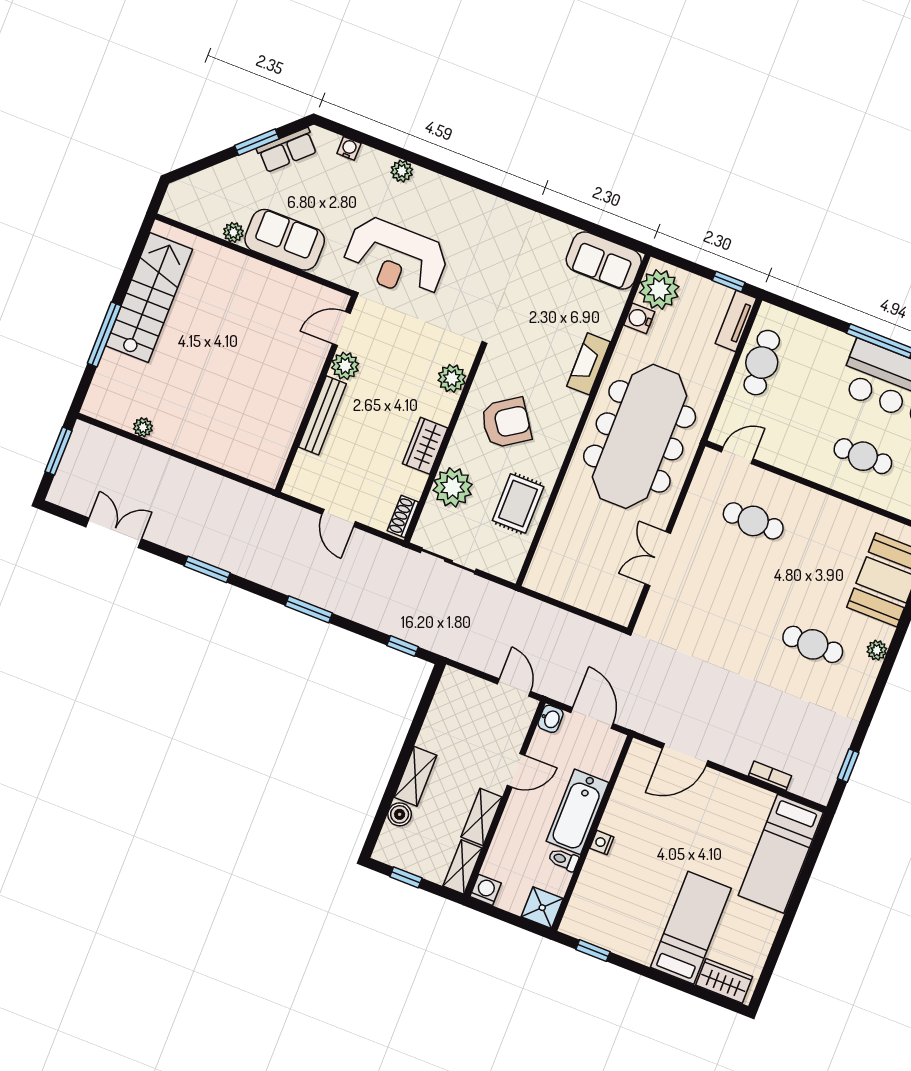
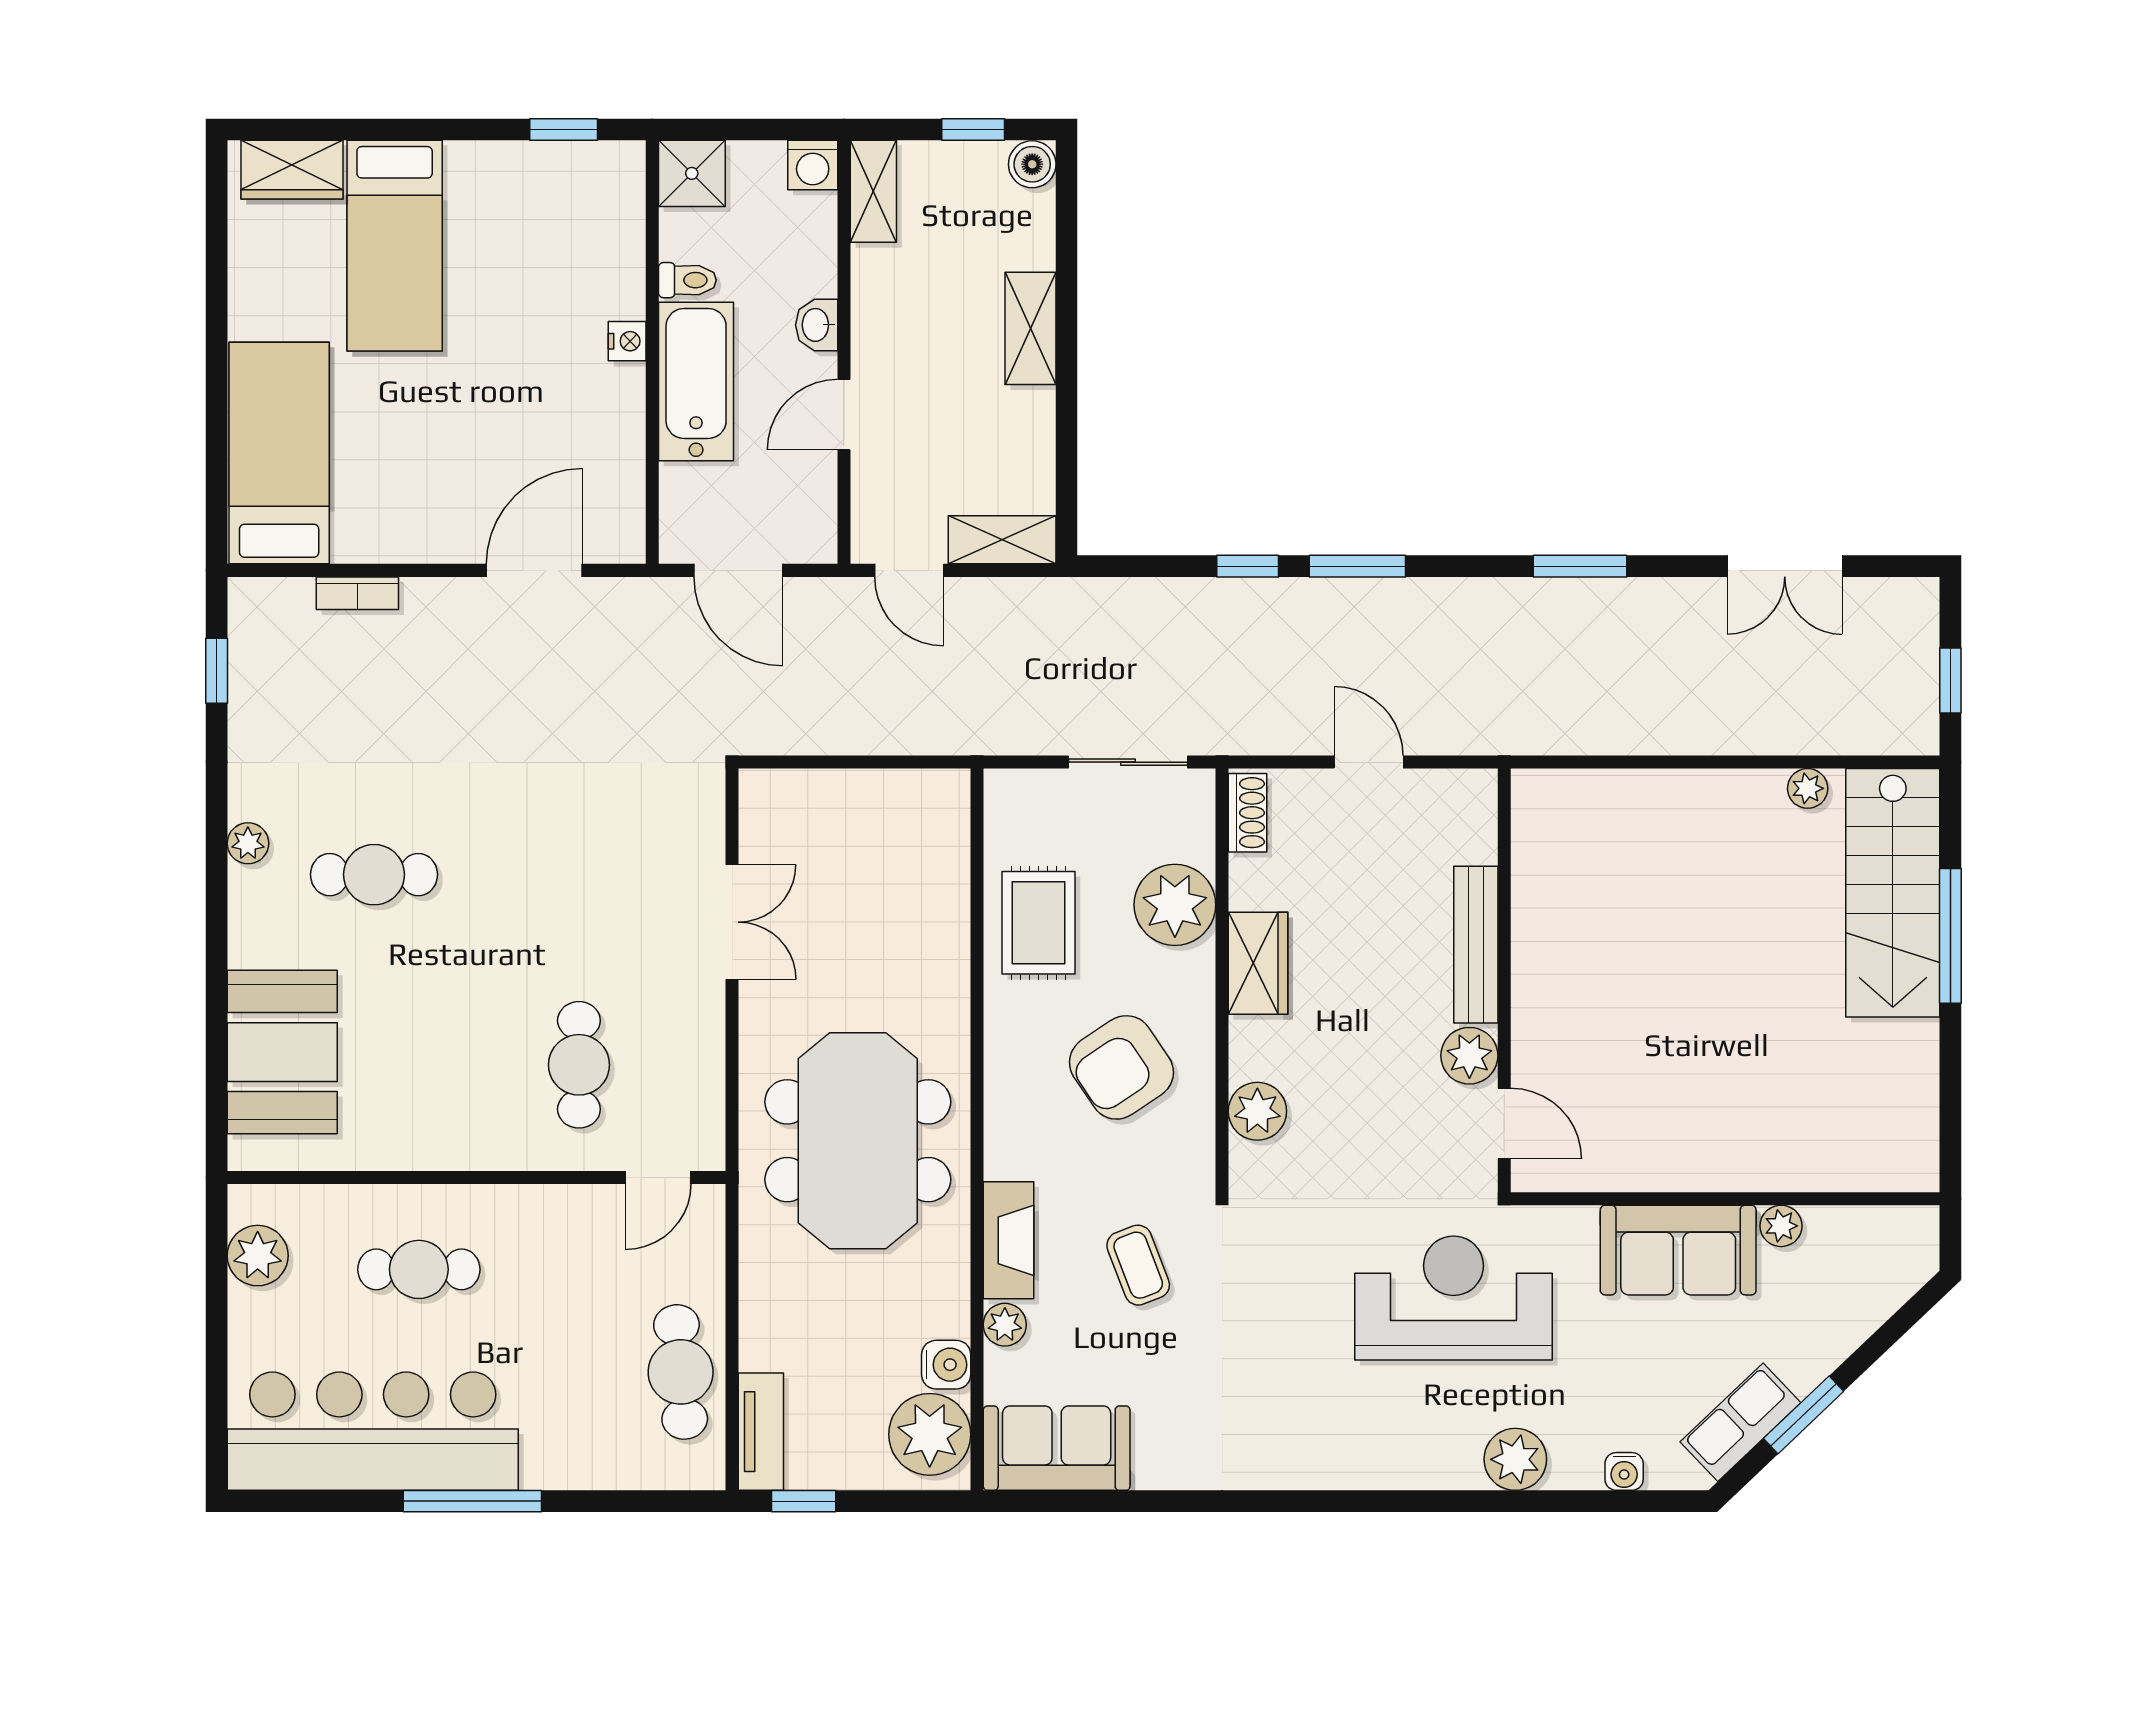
plant: (402, 171) -> (1515, 1459), width x1.38, depth x1.38
stairs: (149, 297) -> (1893, 893), moved
plant: (605, 326) -> (1005, 1325), added
door: (341, 329) -> (1504, 1123), hinge flipped
coffee table: (534, 329) -> (1138, 1265), added
meeting table: (640, 436) -> (858, 1141), width x0.73
window: (59, 451) -> (1950, 680), width x0.67
cafe table: (753, 521) -> (579, 1065), turned 90
window: (403, 646) -> (1248, 566), moved
plant: (877, 650) -> (248, 843), moved
washbasin: (551, 719) -> (817, 325), moved
boiler: (400, 814) -> (1032, 164), moved
shelving: (482, 817) -> (1002, 540), moved, turned 90

